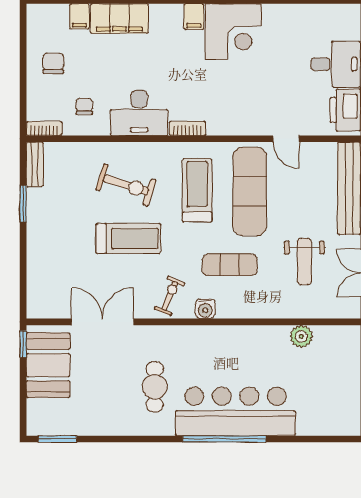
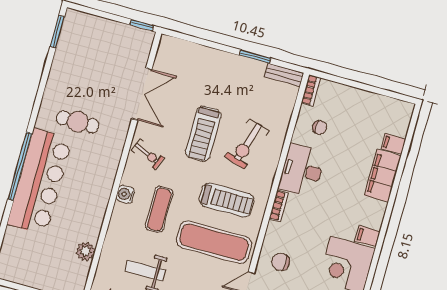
chair: (53, 63) -> (281, 262), moved, turned 180
water cooler: (205, 309) -> (125, 194), moved
booth: (48, 365) -> (119, 41), removed

